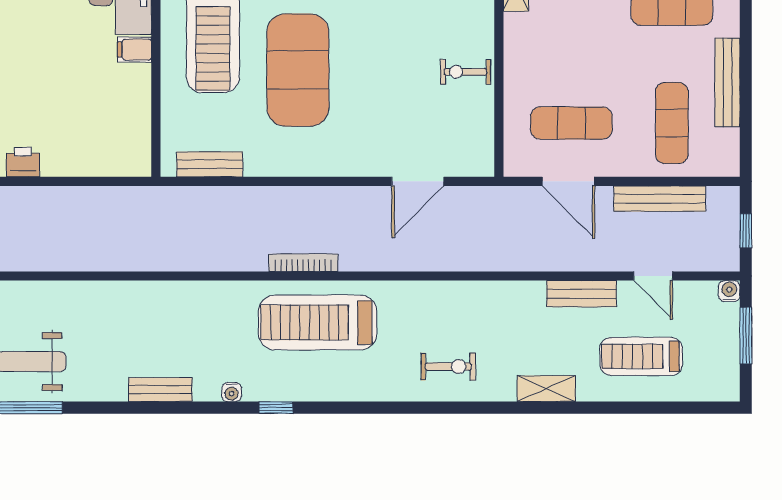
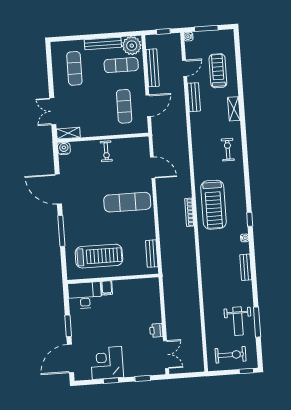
exercise mat: (298, 70) -> (127, 202), moved, width x0.68
plant: (717, 152) -> (132, 46), added
treadmill: (641, 356) -> (218, 71), turned 180

